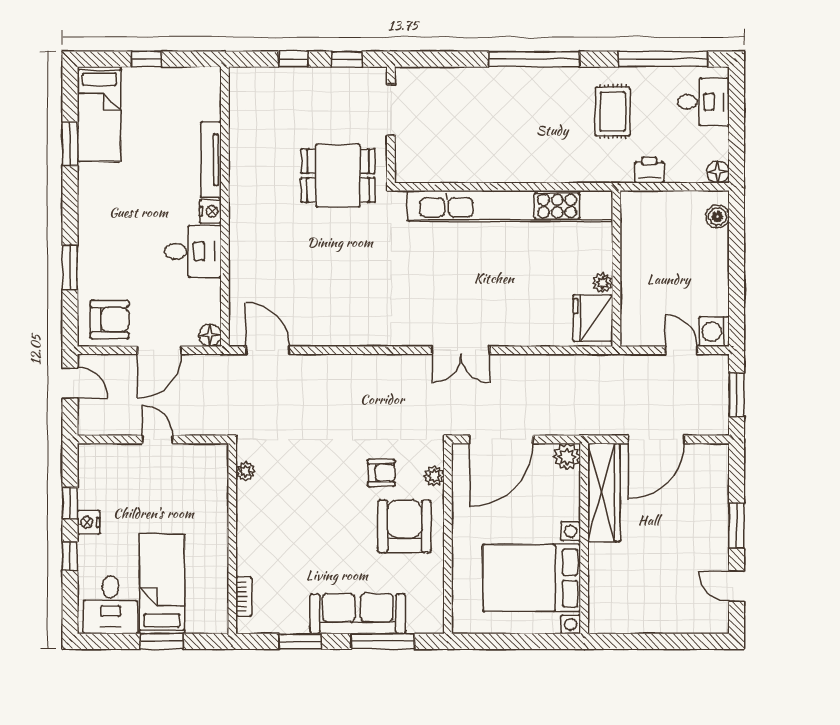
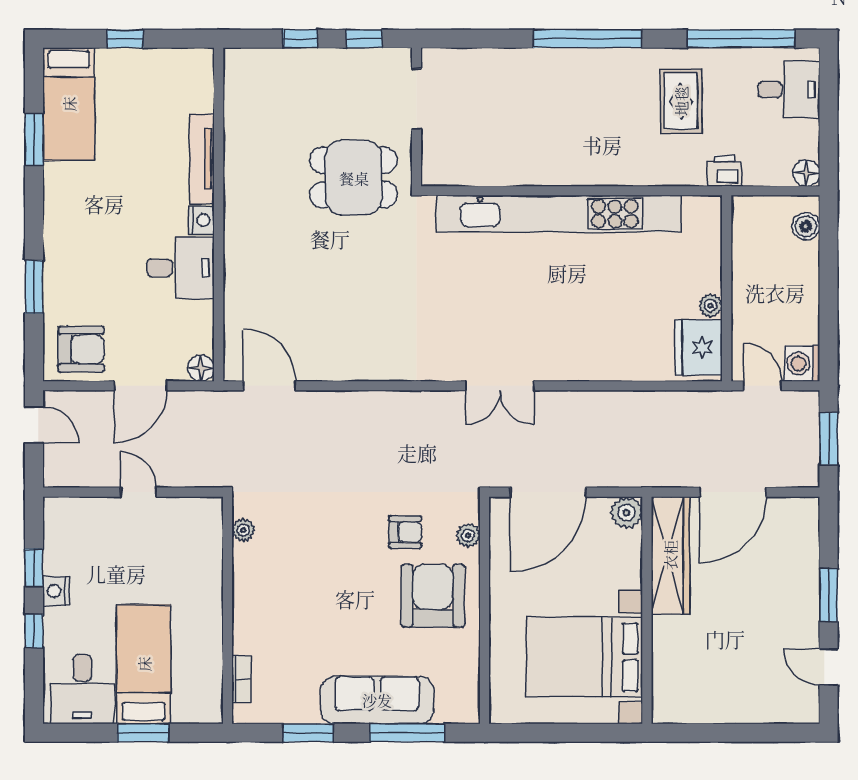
wall: (616, 268) -> (727, 288), moved
plant: (603, 283) -> (710, 305), moved
fridge: (593, 318) -> (699, 347), moved

